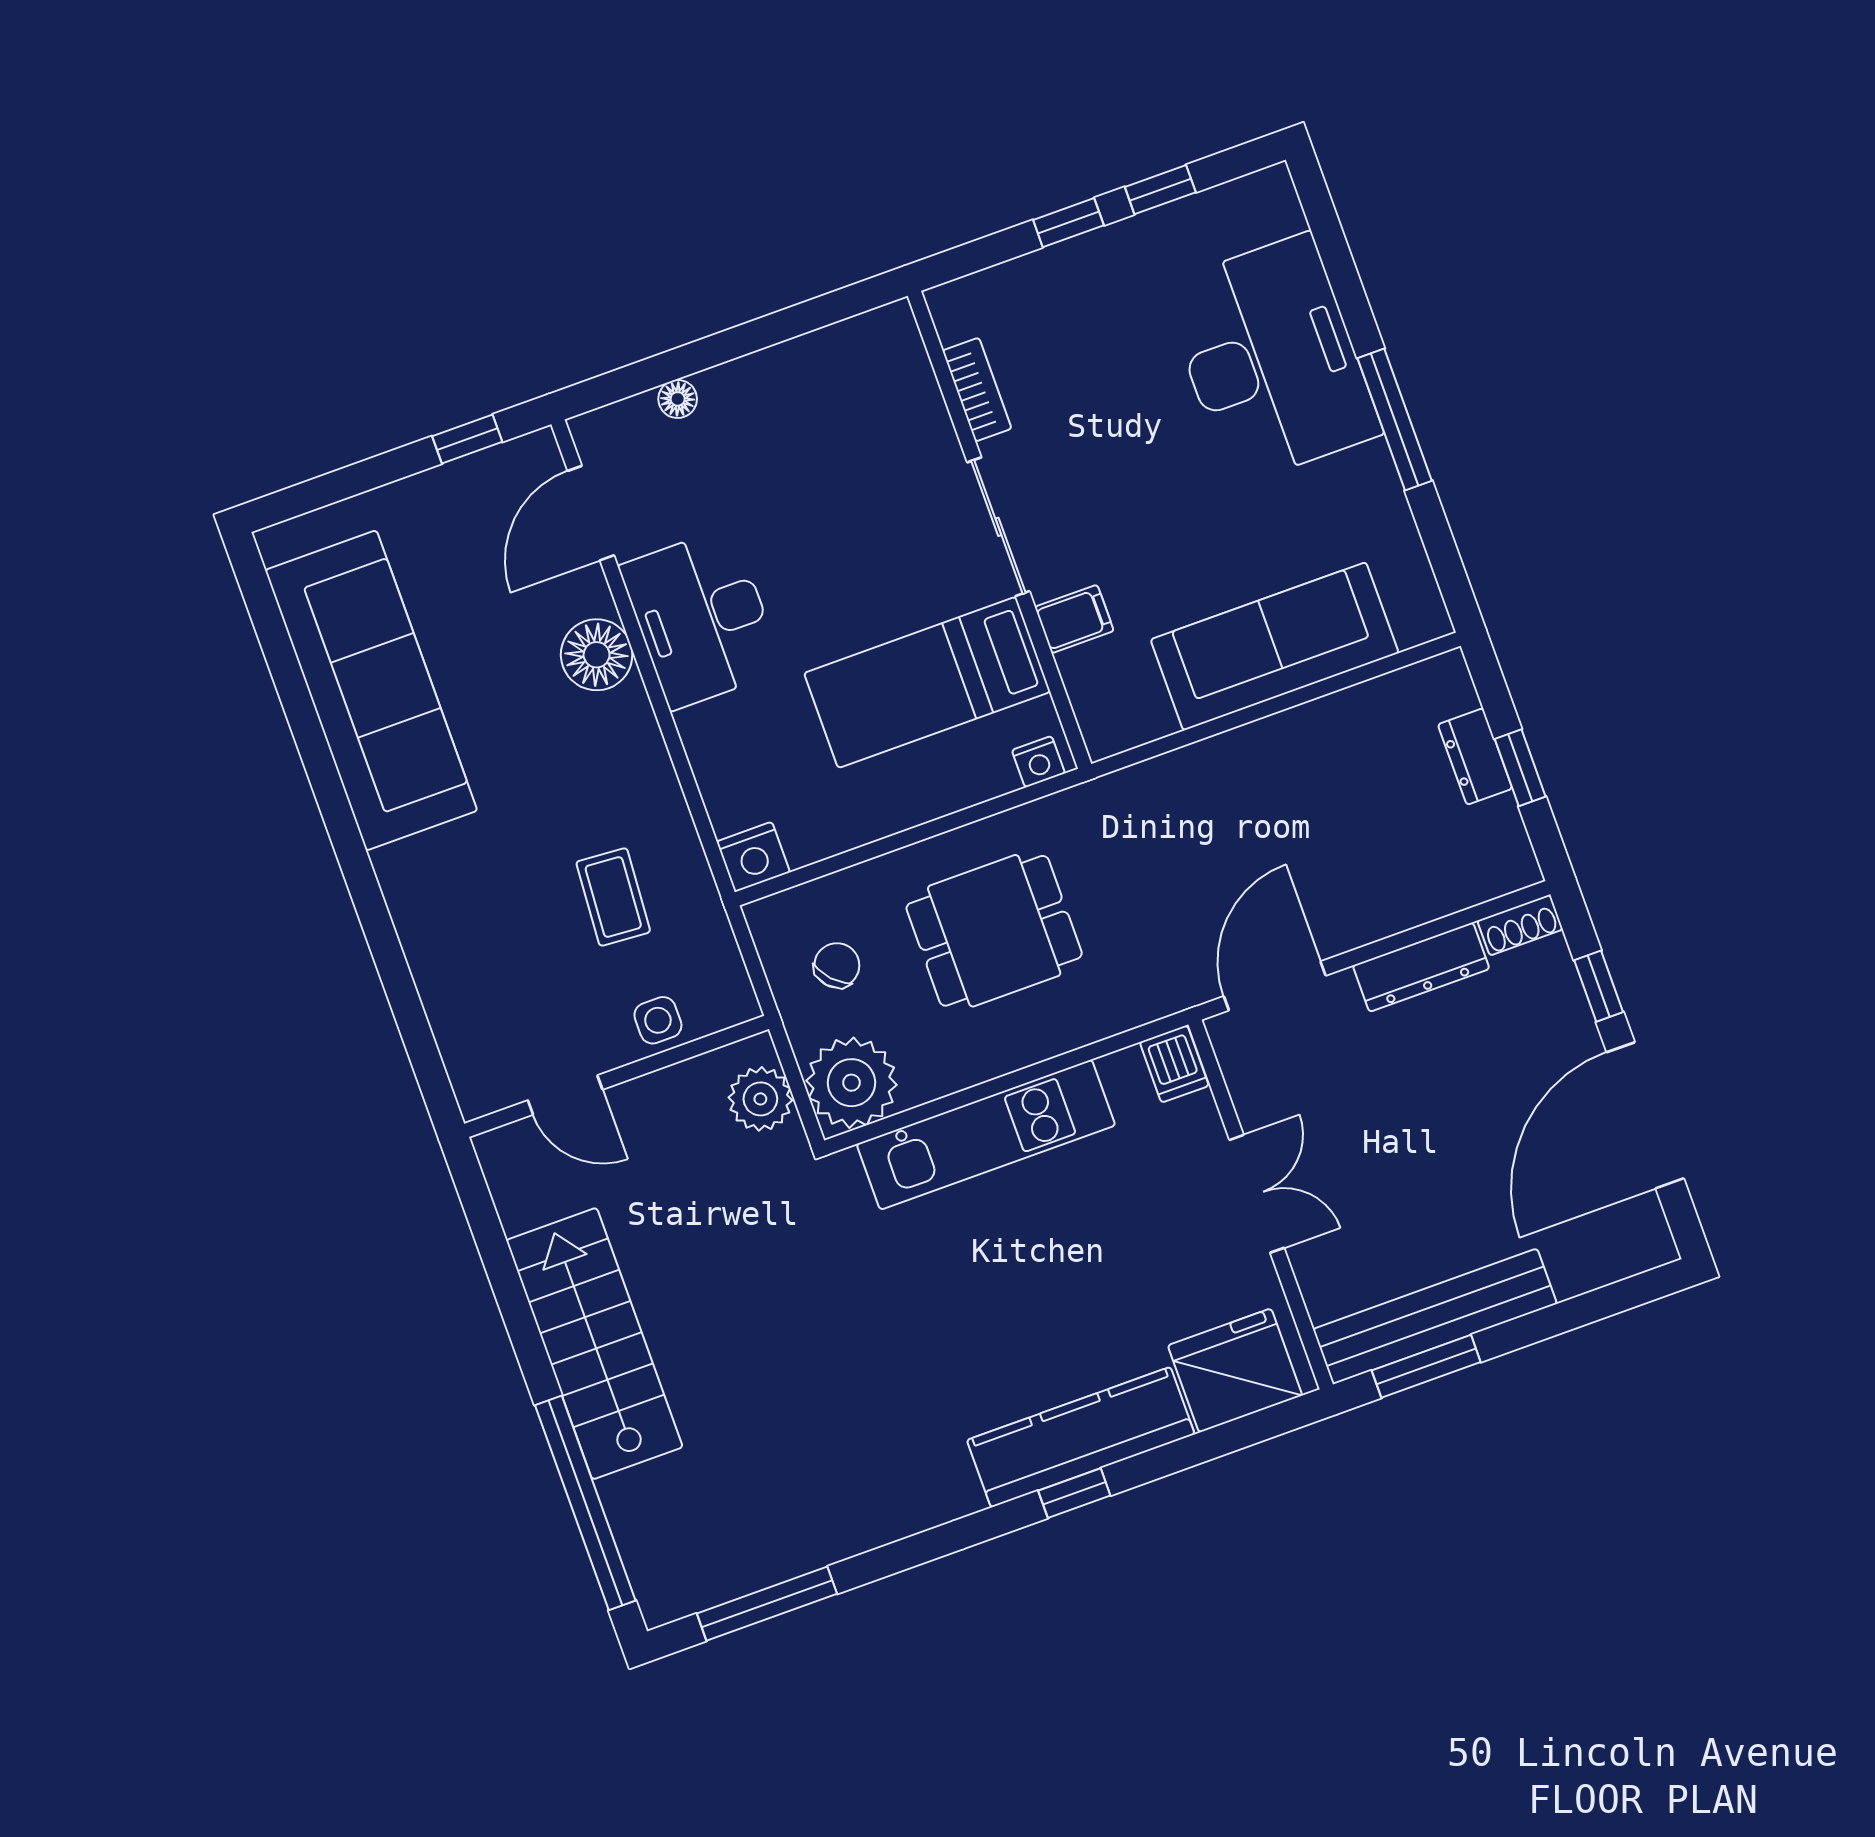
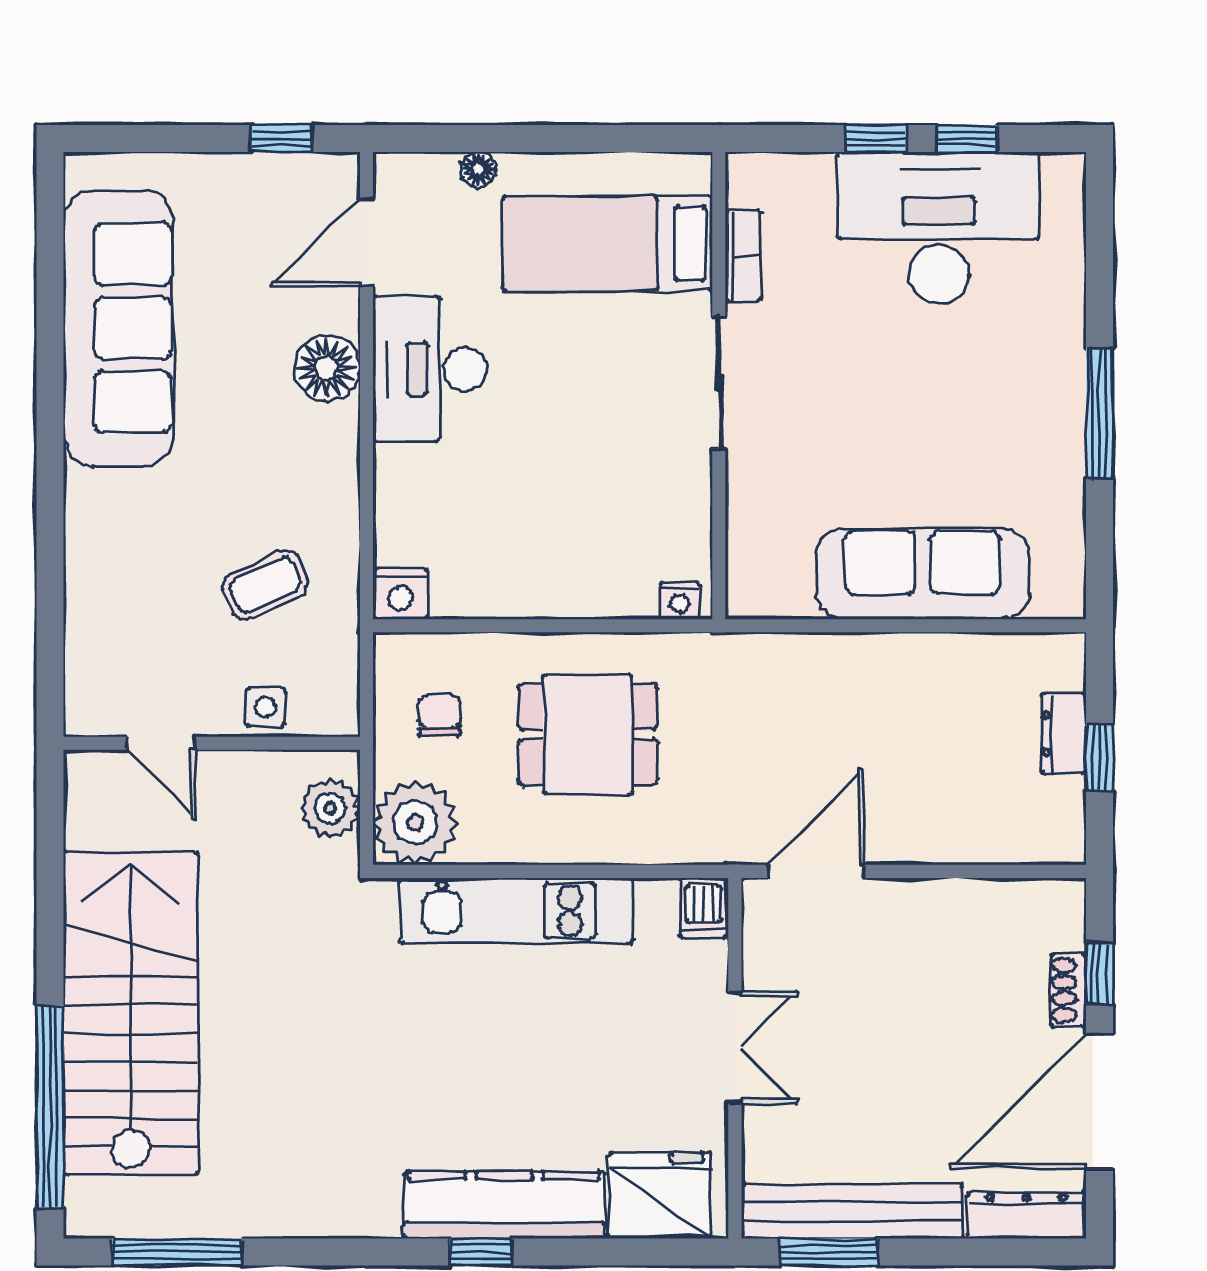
desk: (1271, 359) -> (938, 227), moved, turned -90
filing cabinet: (1074, 619) -> (756, 487), removed
bed: (927, 682) -> (608, 243), moved
coffee table: (613, 897) -> (265, 585), turned 61
shoe rack: (1520, 925) -> (1069, 990), moved, turned 90
chair: (837, 965) -> (439, 715), turned -47
dresser: (1421, 967) -> (1027, 1215), moved, turned 180
stairs: (594, 1344) -> (131, 1013), width x1.36, depth x1.51

